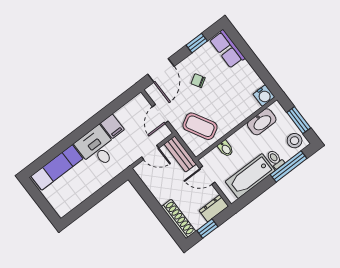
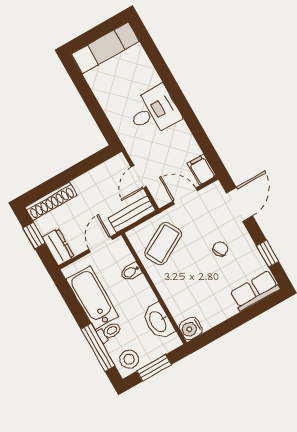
door: (161, 70) -> (239, 204), swing flipped
filing cabinet: (112, 126) -> (202, 170), moved, turned 90
exam couch: (57, 167) -> (105, 48), moved, turned -90

